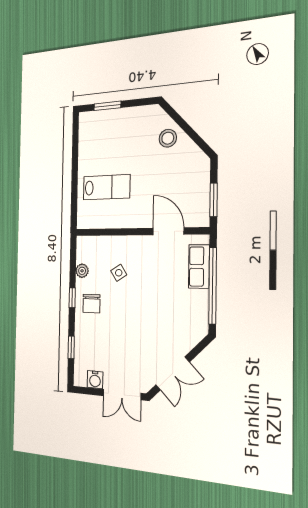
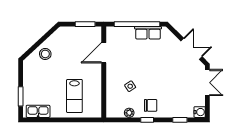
kitchen sink: (87, 134) -> (38, 111), added
lab bench: (106, 187) -> (74, 96), turned 180
row of seats: (199, 267) -> (148, 33), moved
water cooler: (95, 380) -> (200, 112), moved

